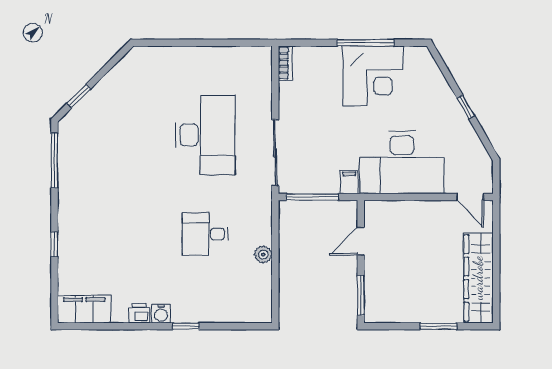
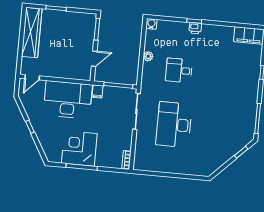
door: (470, 197) -> (32, 77), swing flipped
desk: (205, 234) -> (179, 70), turned 180
printer: (139, 313) -> (195, 28), moved
water cooler: (161, 314) -> (151, 24), moved

